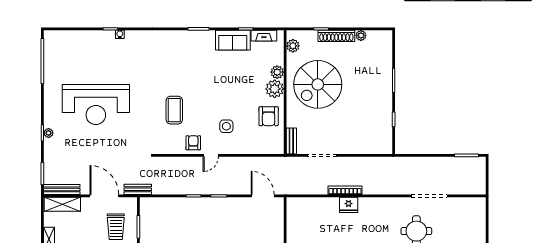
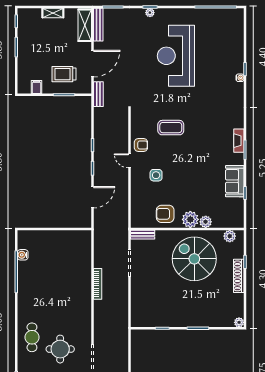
plant: (361, 35) -> (239, 322), moved
fireplace: (264, 36) -> (239, 141), moved
door: (263, 196) -> (92, 197), moved
fridge: (349, 205) -> (84, 287), removed

